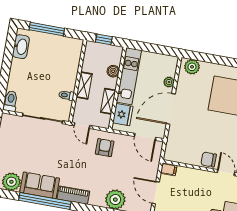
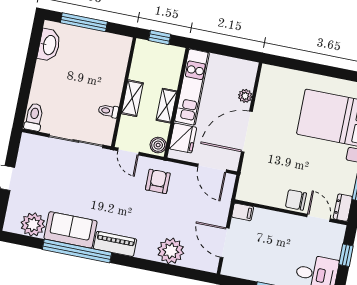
plant: (192, 67) -> (276, 76), removed
boiler: (113, 71) -> (158, 145), moved
shelving: (108, 101) -> (167, 106), moved

